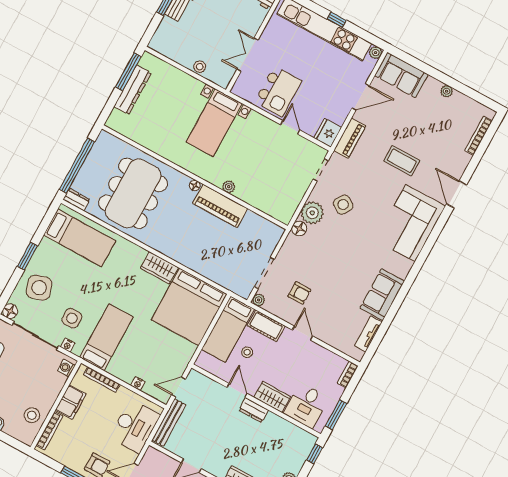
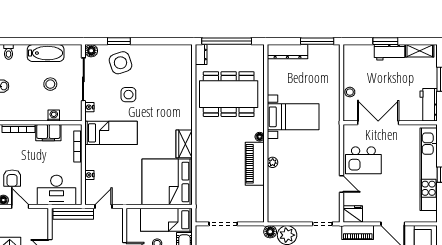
plant: (376, 53) -> (432, 217), removed
double door: (248, 55) -> (378, 123), width x1.37
dresser: (133, 90) -> (287, 52), moved
bed with nightstands: (214, 123) -> (293, 117), moved, turned 180
door: (290, 127) -> (342, 184), hinge flipped
bed: (80, 238) -> (174, 73), removed
window: (27, 256) -> (119, 41), moved
plant: (259, 300) -> (201, 231), removed
side table: (72, 318) -> (128, 95), moved
washing machine: (66, 368) -> (54, 115), moved
door: (179, 387) -> (104, 207), hinge flipped
stool: (32, 415) -> (50, 84), moved

